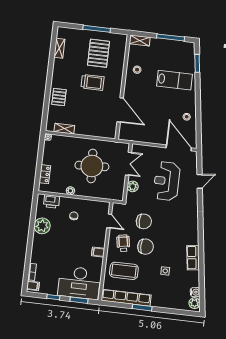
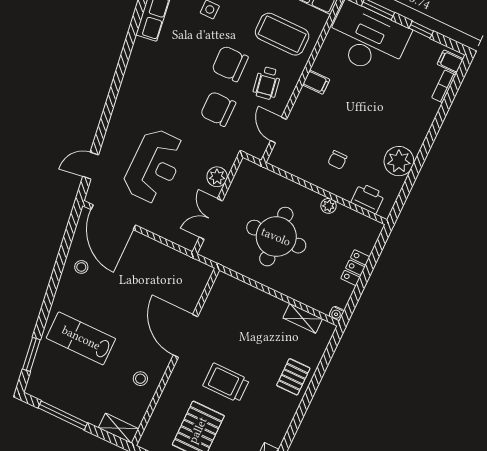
door: (120, 110) -> (186, 336), moved
locker: (45, 174) -> (355, 268), moved
door: (200, 181) -> (91, 166), moved

